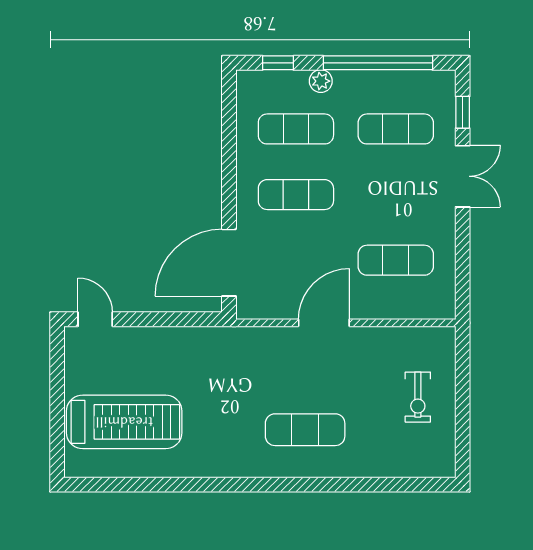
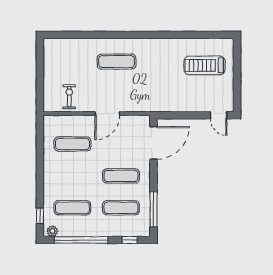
plant: (321, 81) -> (52, 231), moved
window: (229, 126) -> (153, 209), added
double door: (463, 176) -> (40, 185), removed
exercise bike: (418, 397) -> (69, 97), moved
treadmill: (124, 422) -> (204, 65), width x0.73, depth x0.73

